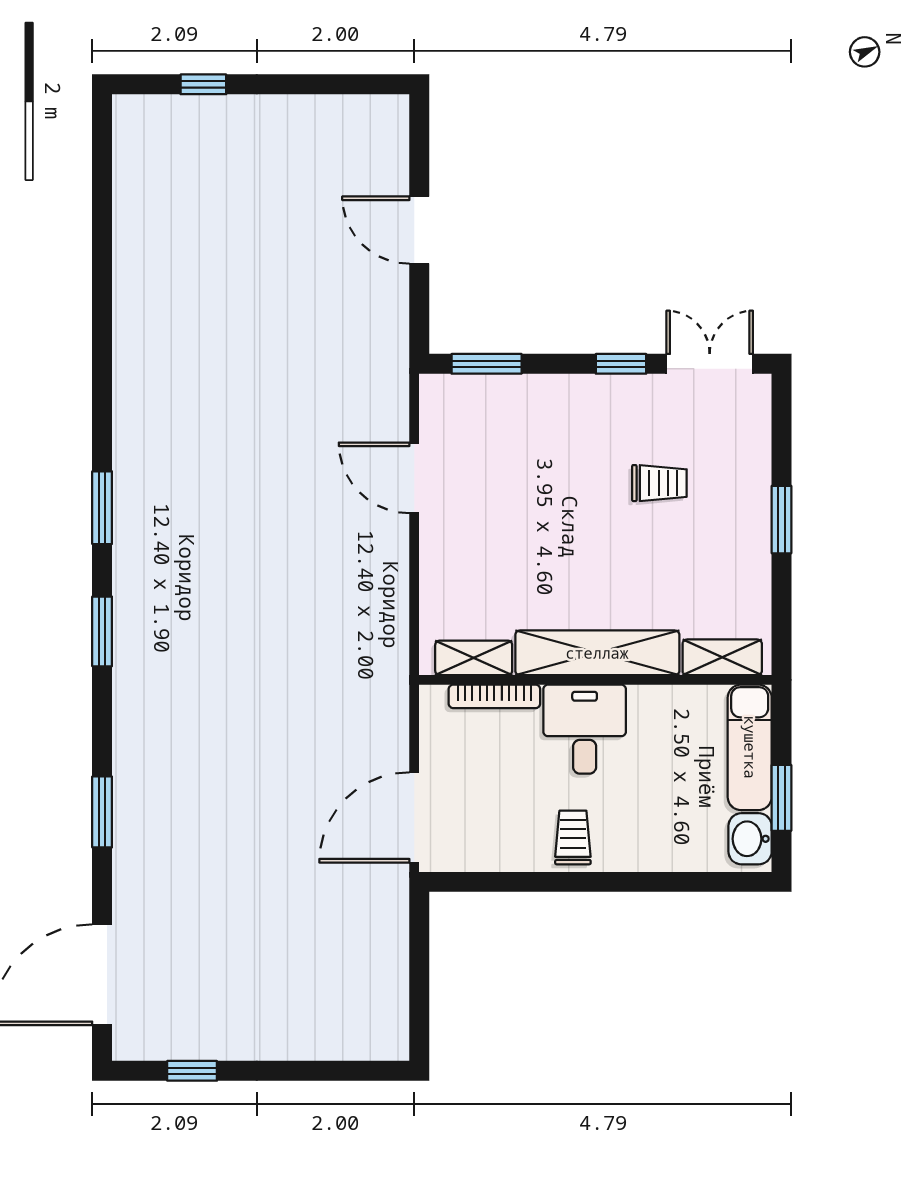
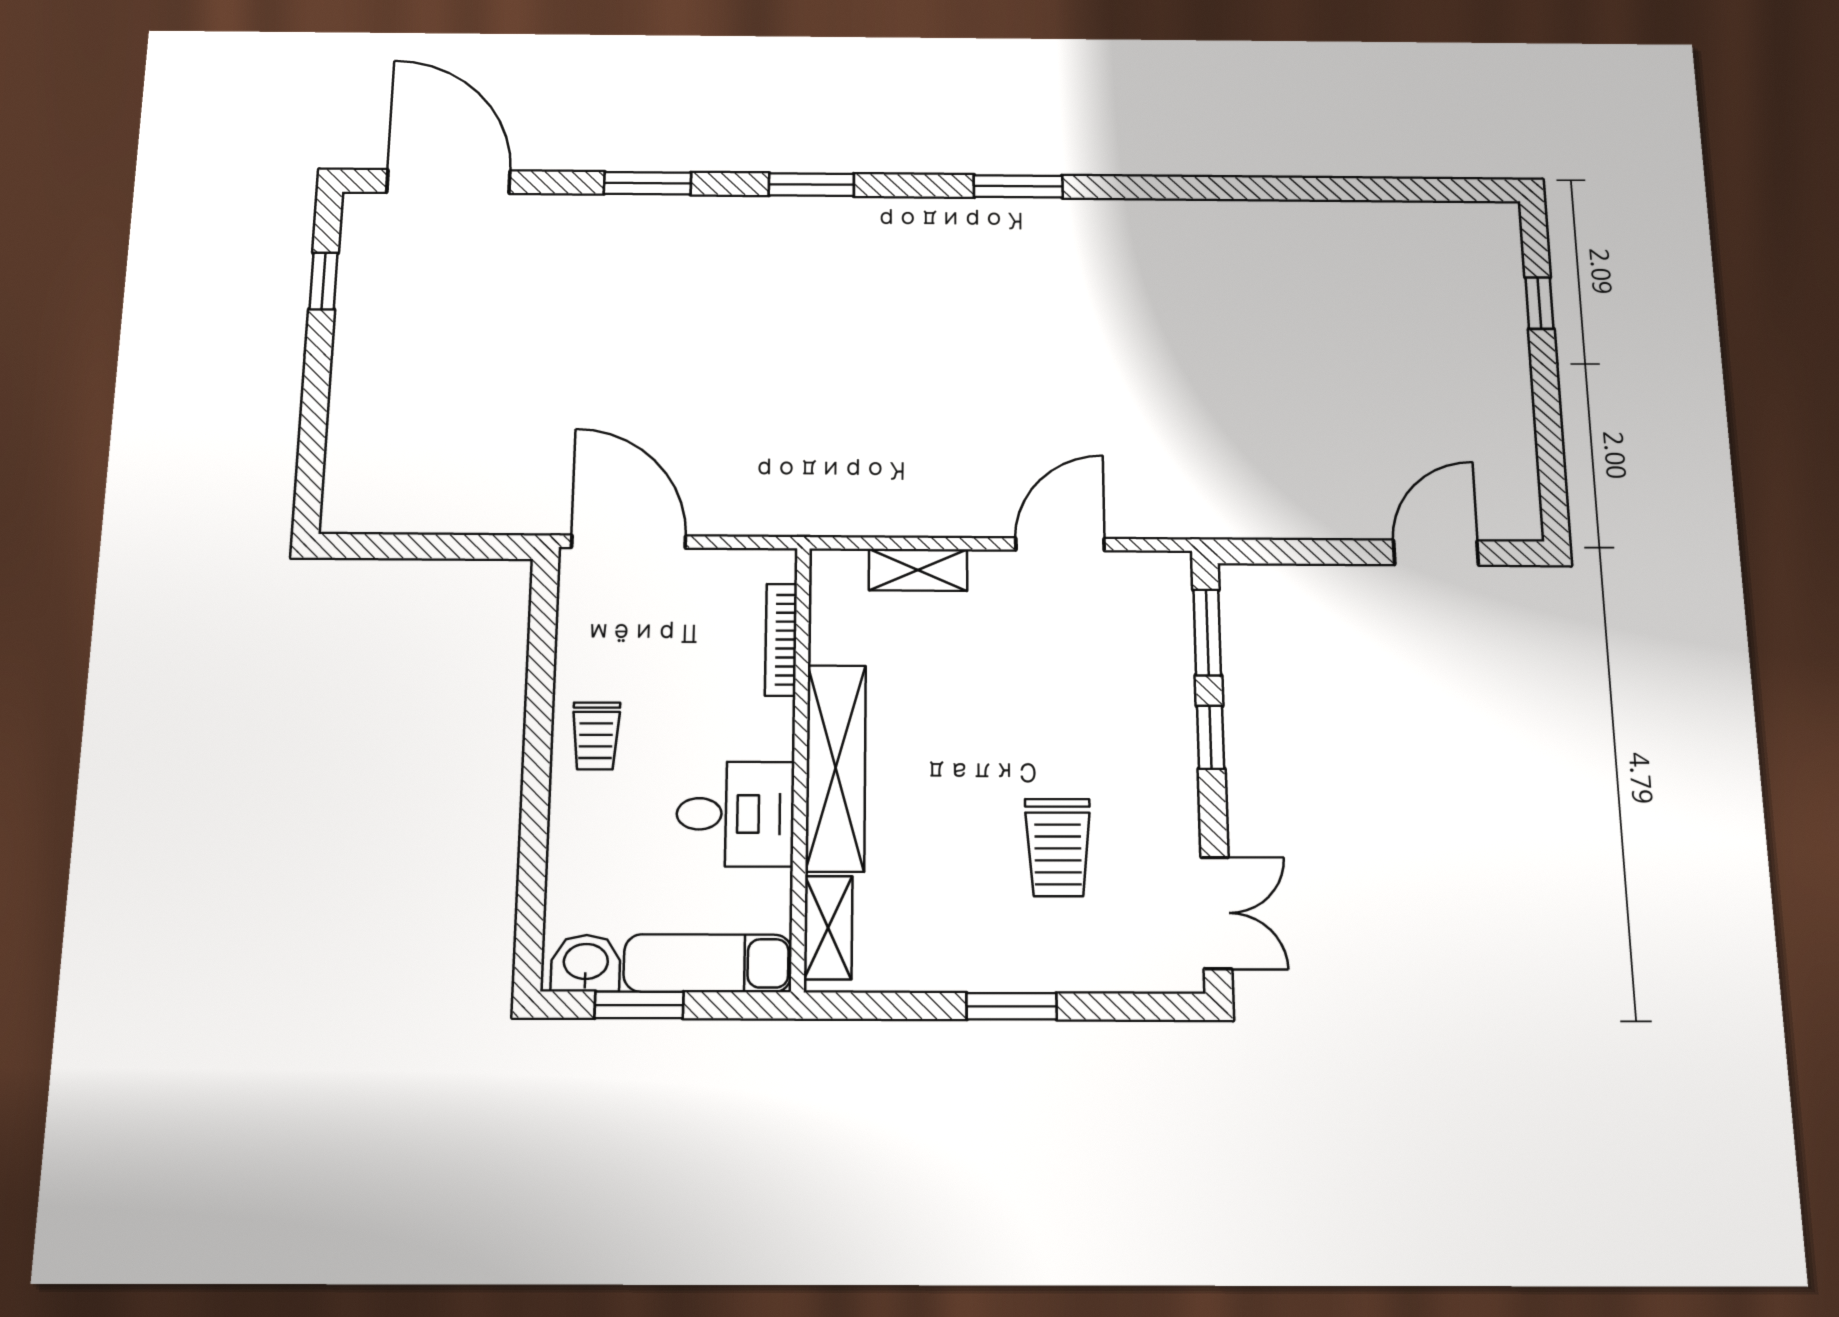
door: (419, 230) -> (1436, 553), moved
window: (621, 364) -> (1211, 737), moved
trolley: (659, 483) -> (1058, 847), width x1.36, depth x1.39
window: (102, 631) -> (811, 185), moved
shelving: (474, 658) -> (918, 570), moved, turned 90
desk: (585, 729) -> (735, 814), moved
trolley: (573, 837) -> (596, 736), turned 90

